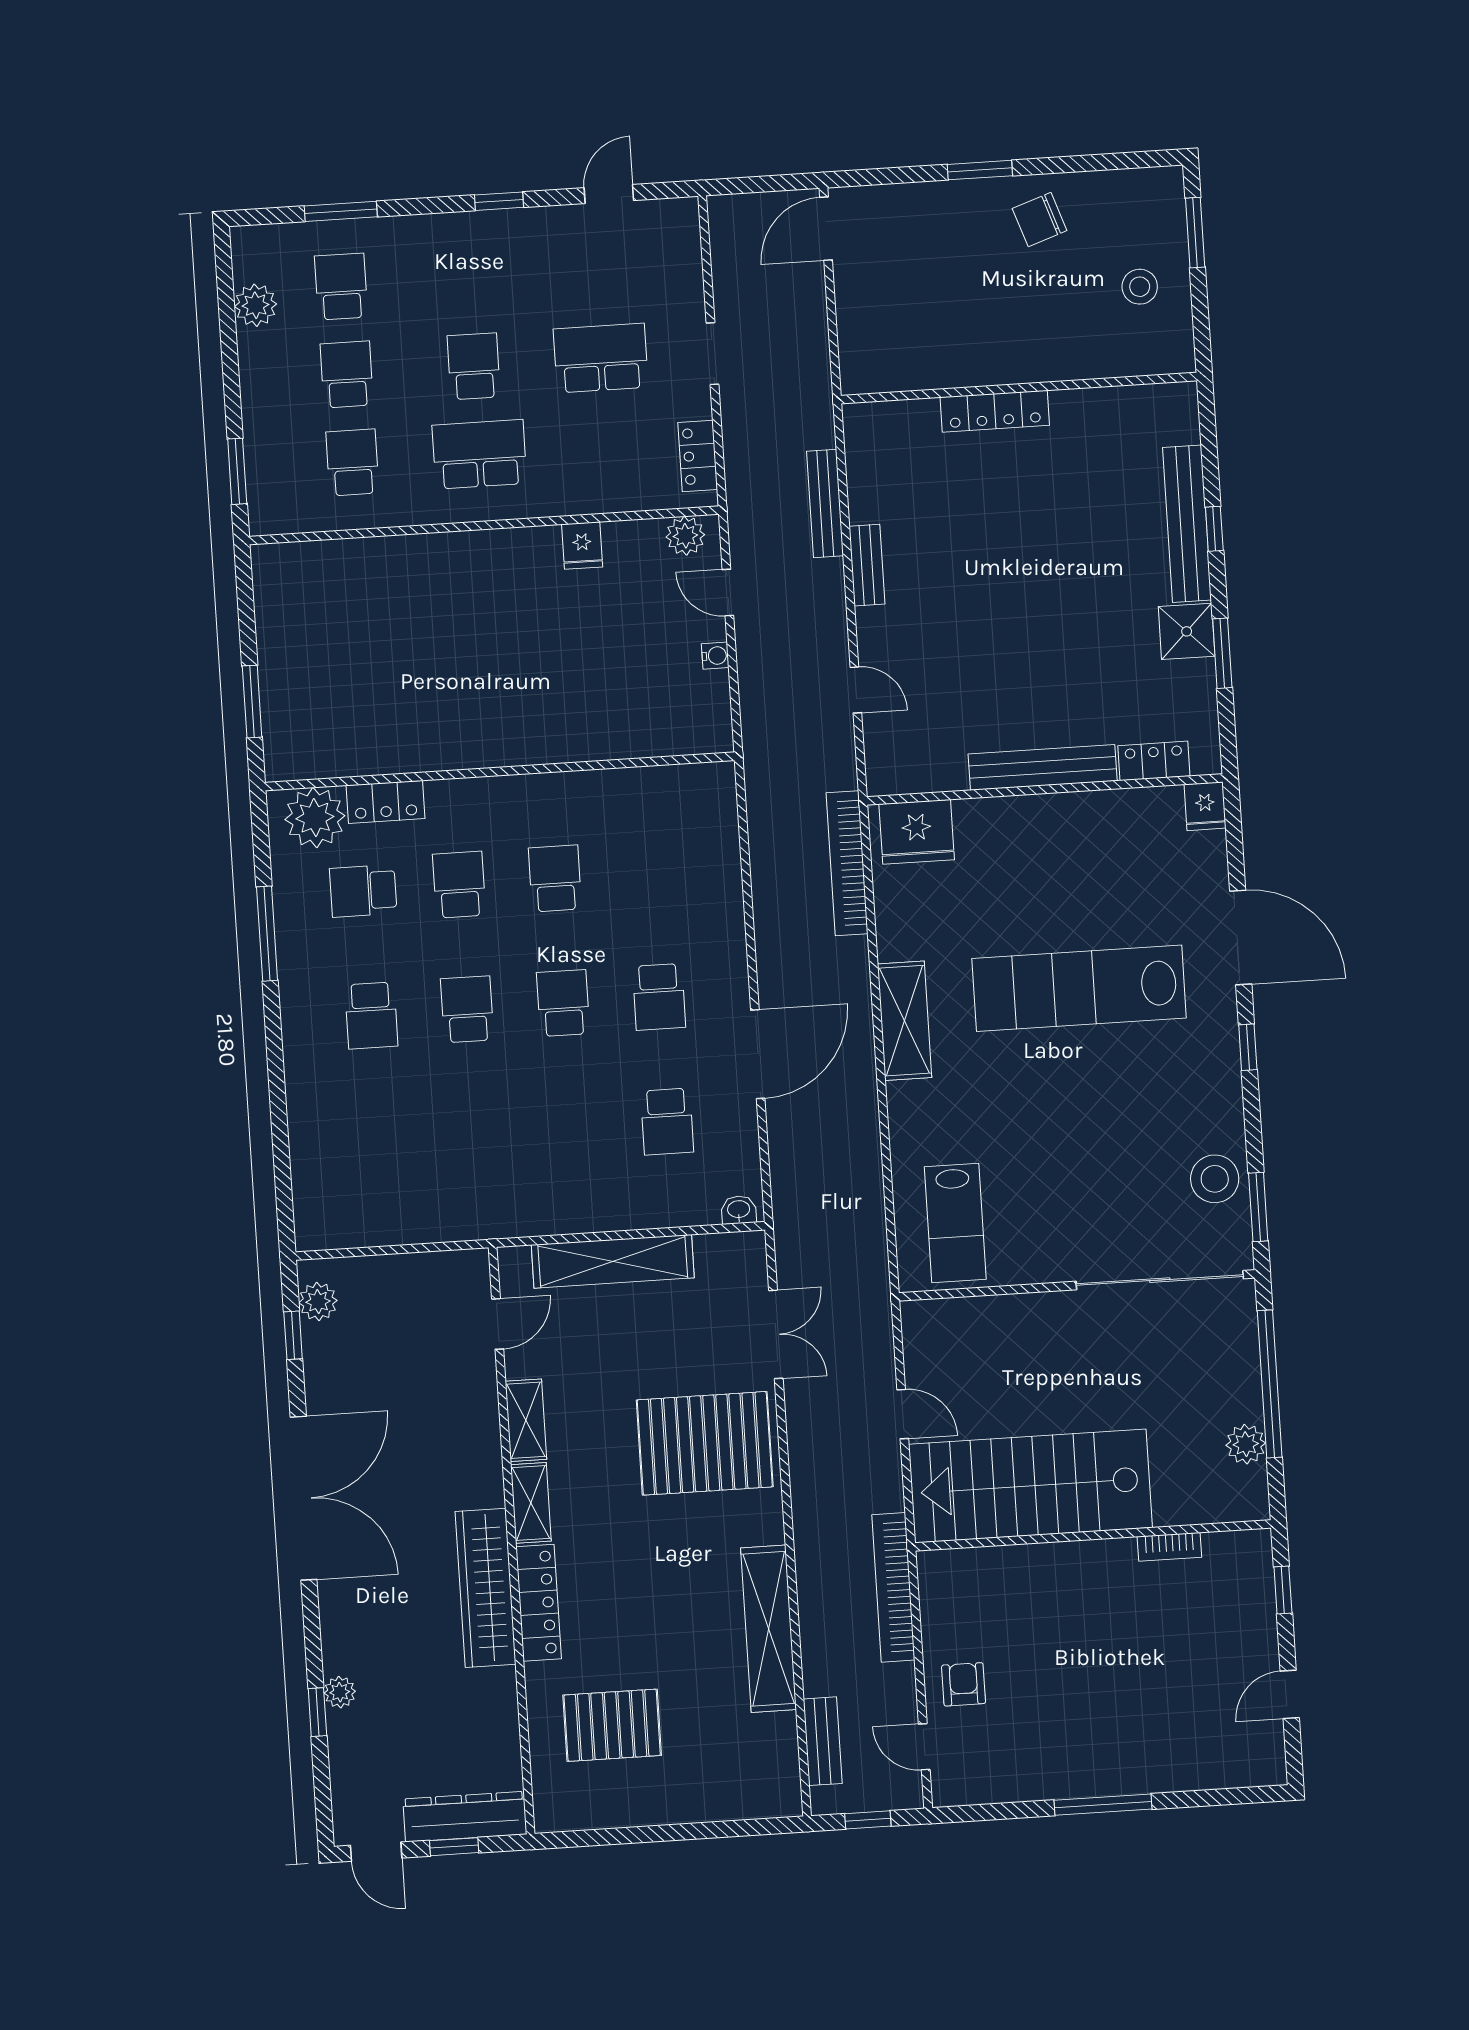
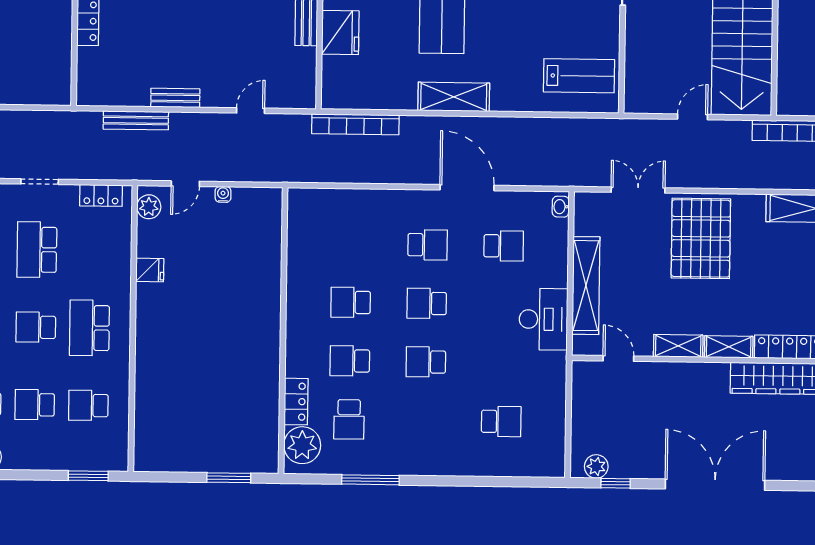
fridge: (917, 832) -> (340, 33), moved
school desk: (371, 1015) -> (501, 421), moved
desk: (552, 1196) -> (543, 319), added

